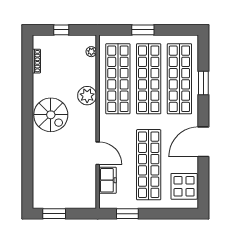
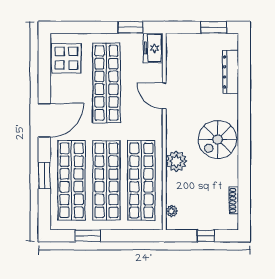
window: (143, 30) -> (88, 236), moved
spiral stairs: (51, 115) -> (217, 139), turned -90
door: (203, 142) -> (44, 120), moved
dresser: (39, 174) -> (231, 72), added
freezer: (108, 180) -> (153, 48), moved

